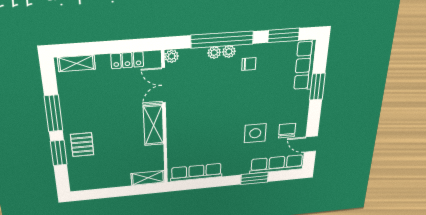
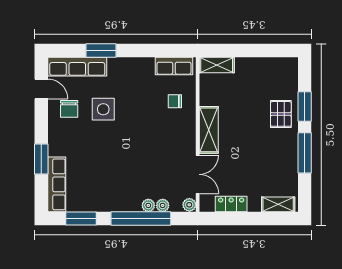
plant: (229, 52) -> (163, 205), moved
chair: (249, 64) -> (175, 101), moved
row of seats: (196, 172) -> (174, 66), width x0.68

